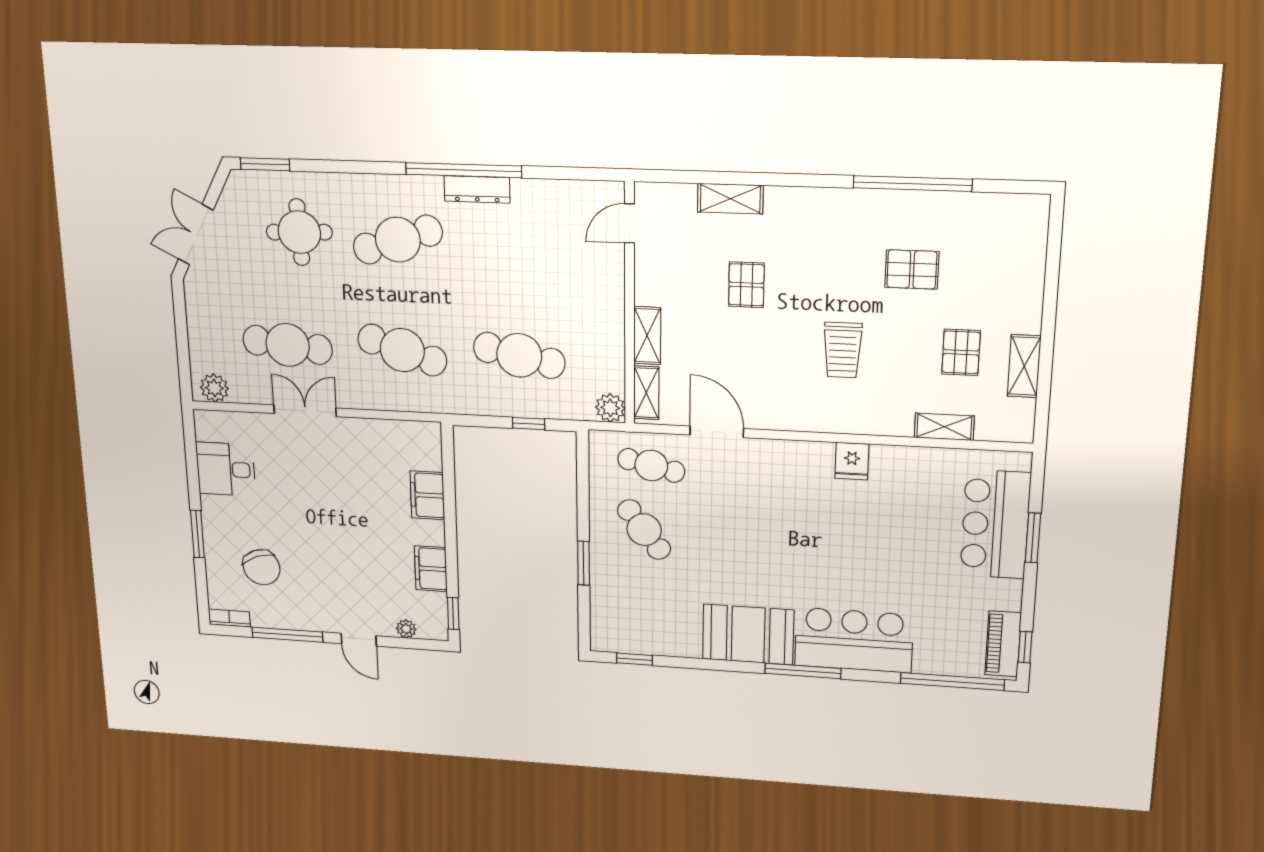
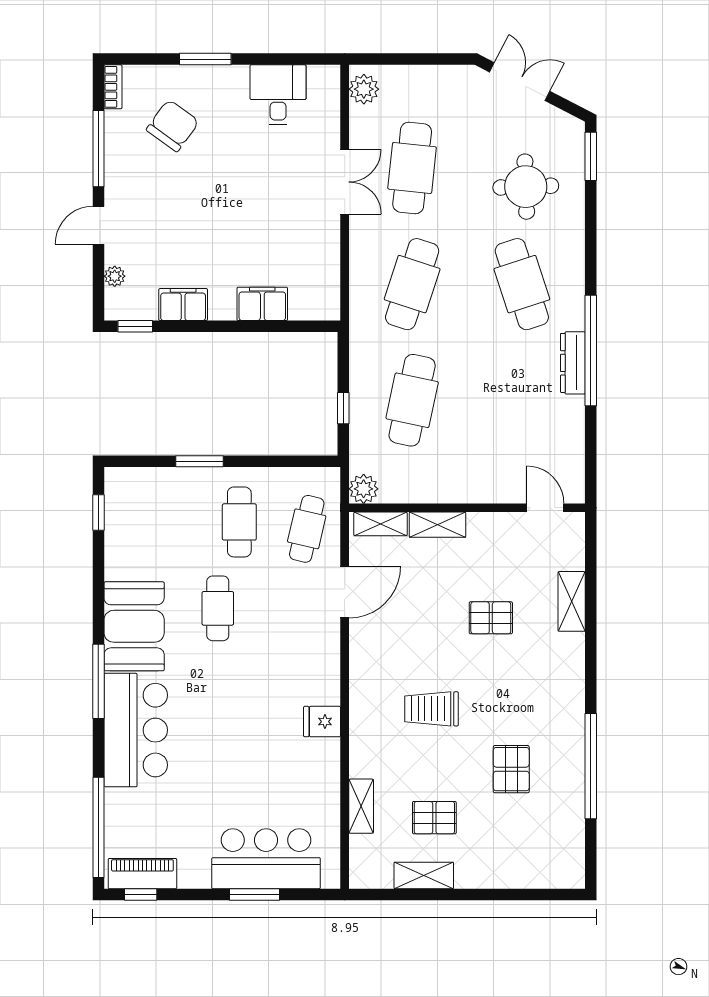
cafe table: (644, 530) -> (239, 522), turned -53
cafe table: (731, 555) -> (218, 608), added
chair: (262, 567) -> (173, 126), turned 146

